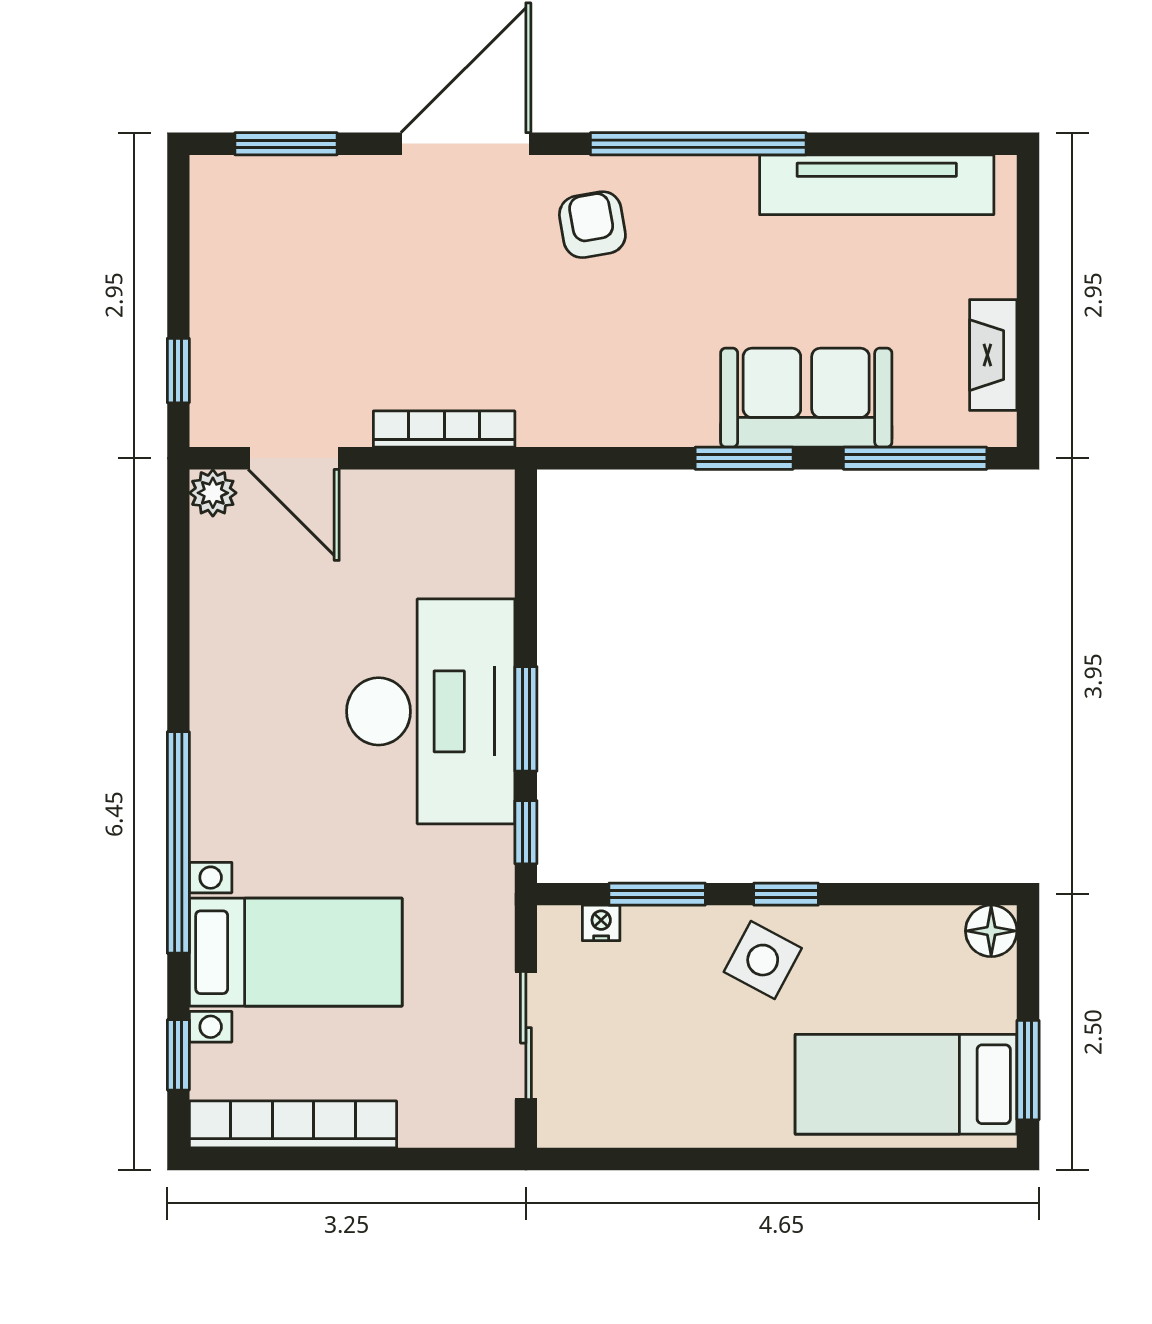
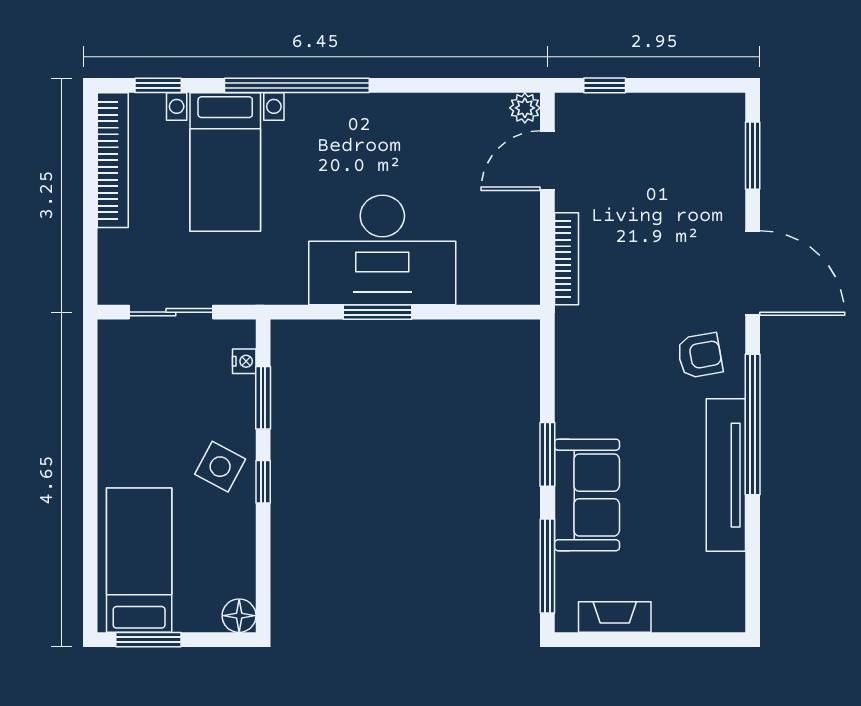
tv unit: (877, 185) -> (726, 475), moved
window: (526, 832) -> (303, 312), removed

